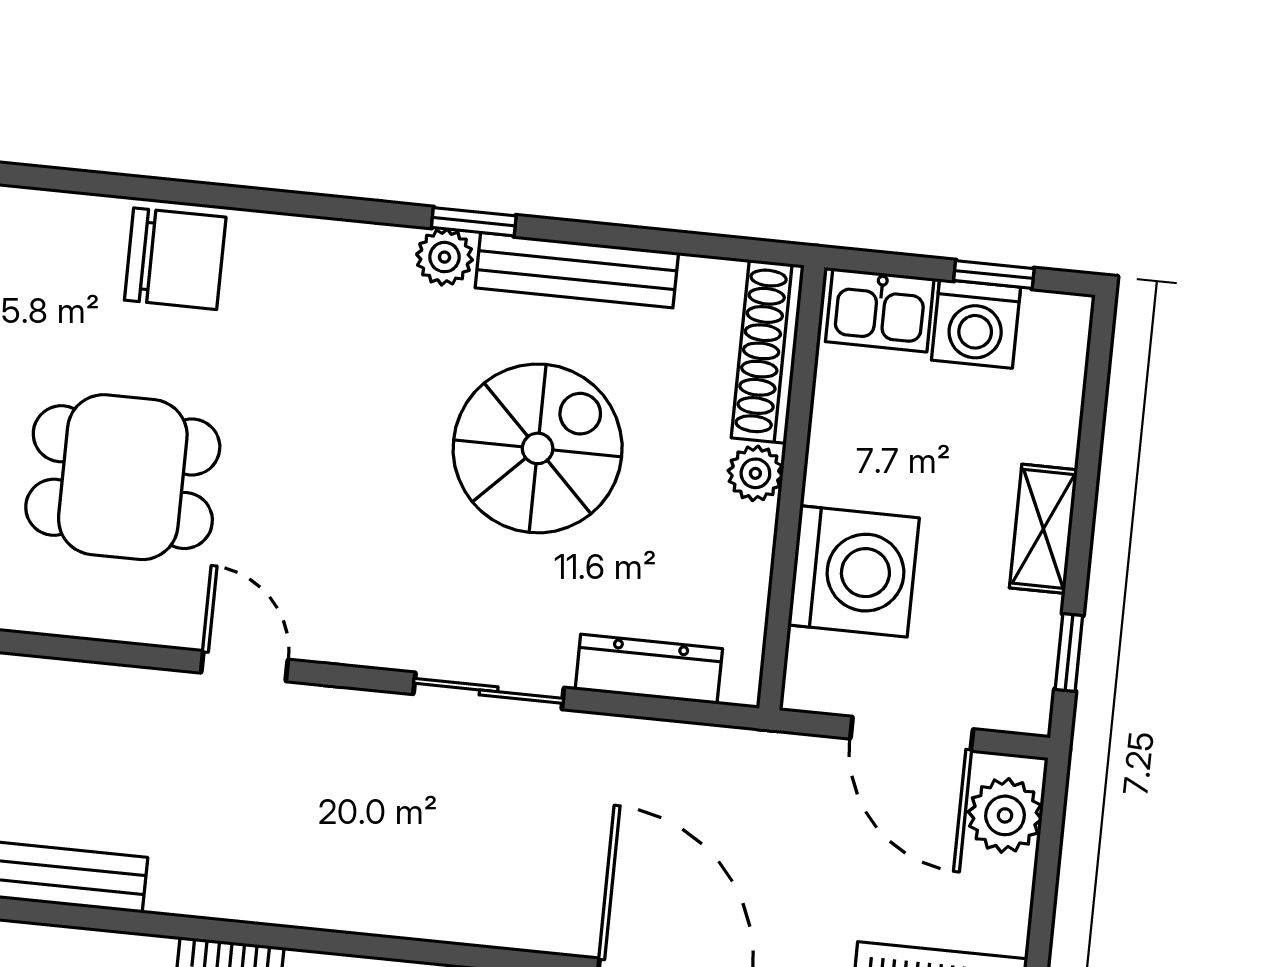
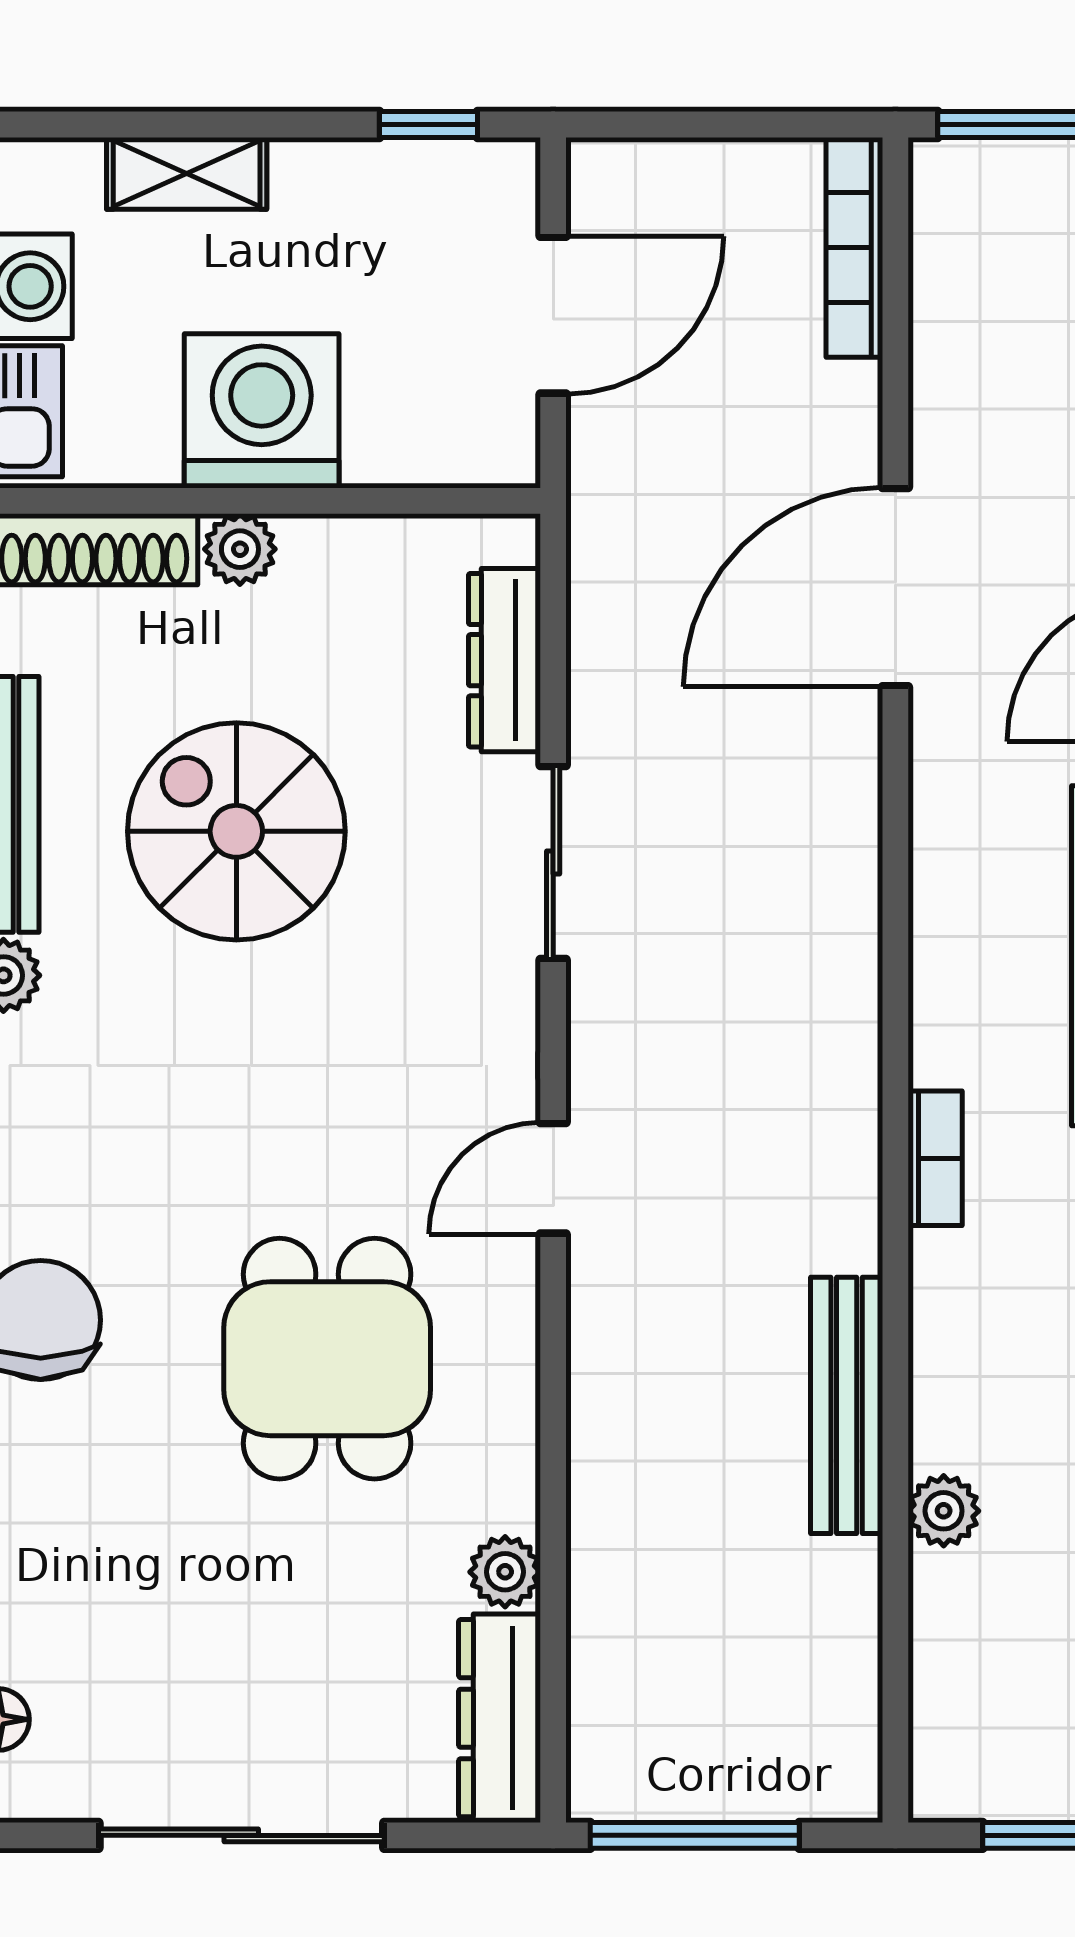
shelving: (1043, 529) -> (187, 173), moved
washing machine: (854, 571) -> (262, 411), moved
plant: (1005, 815) -> (645, 185), removed

